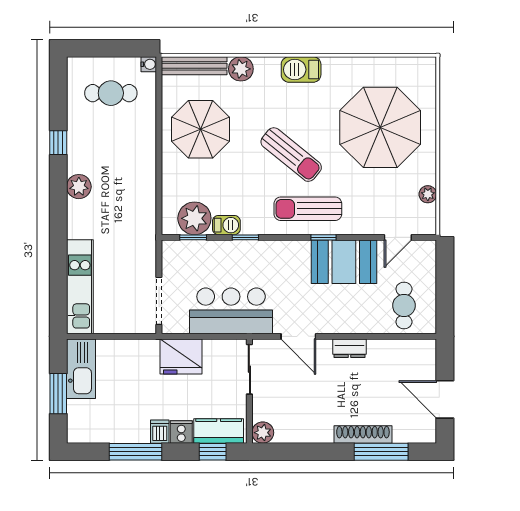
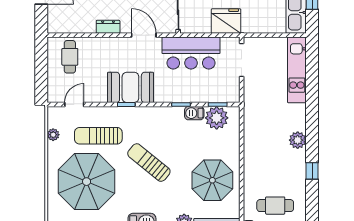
sun lounger: (308, 209) -> (98, 136), moved, turned 180
booth: (344, 262) -> (130, 87), moved

